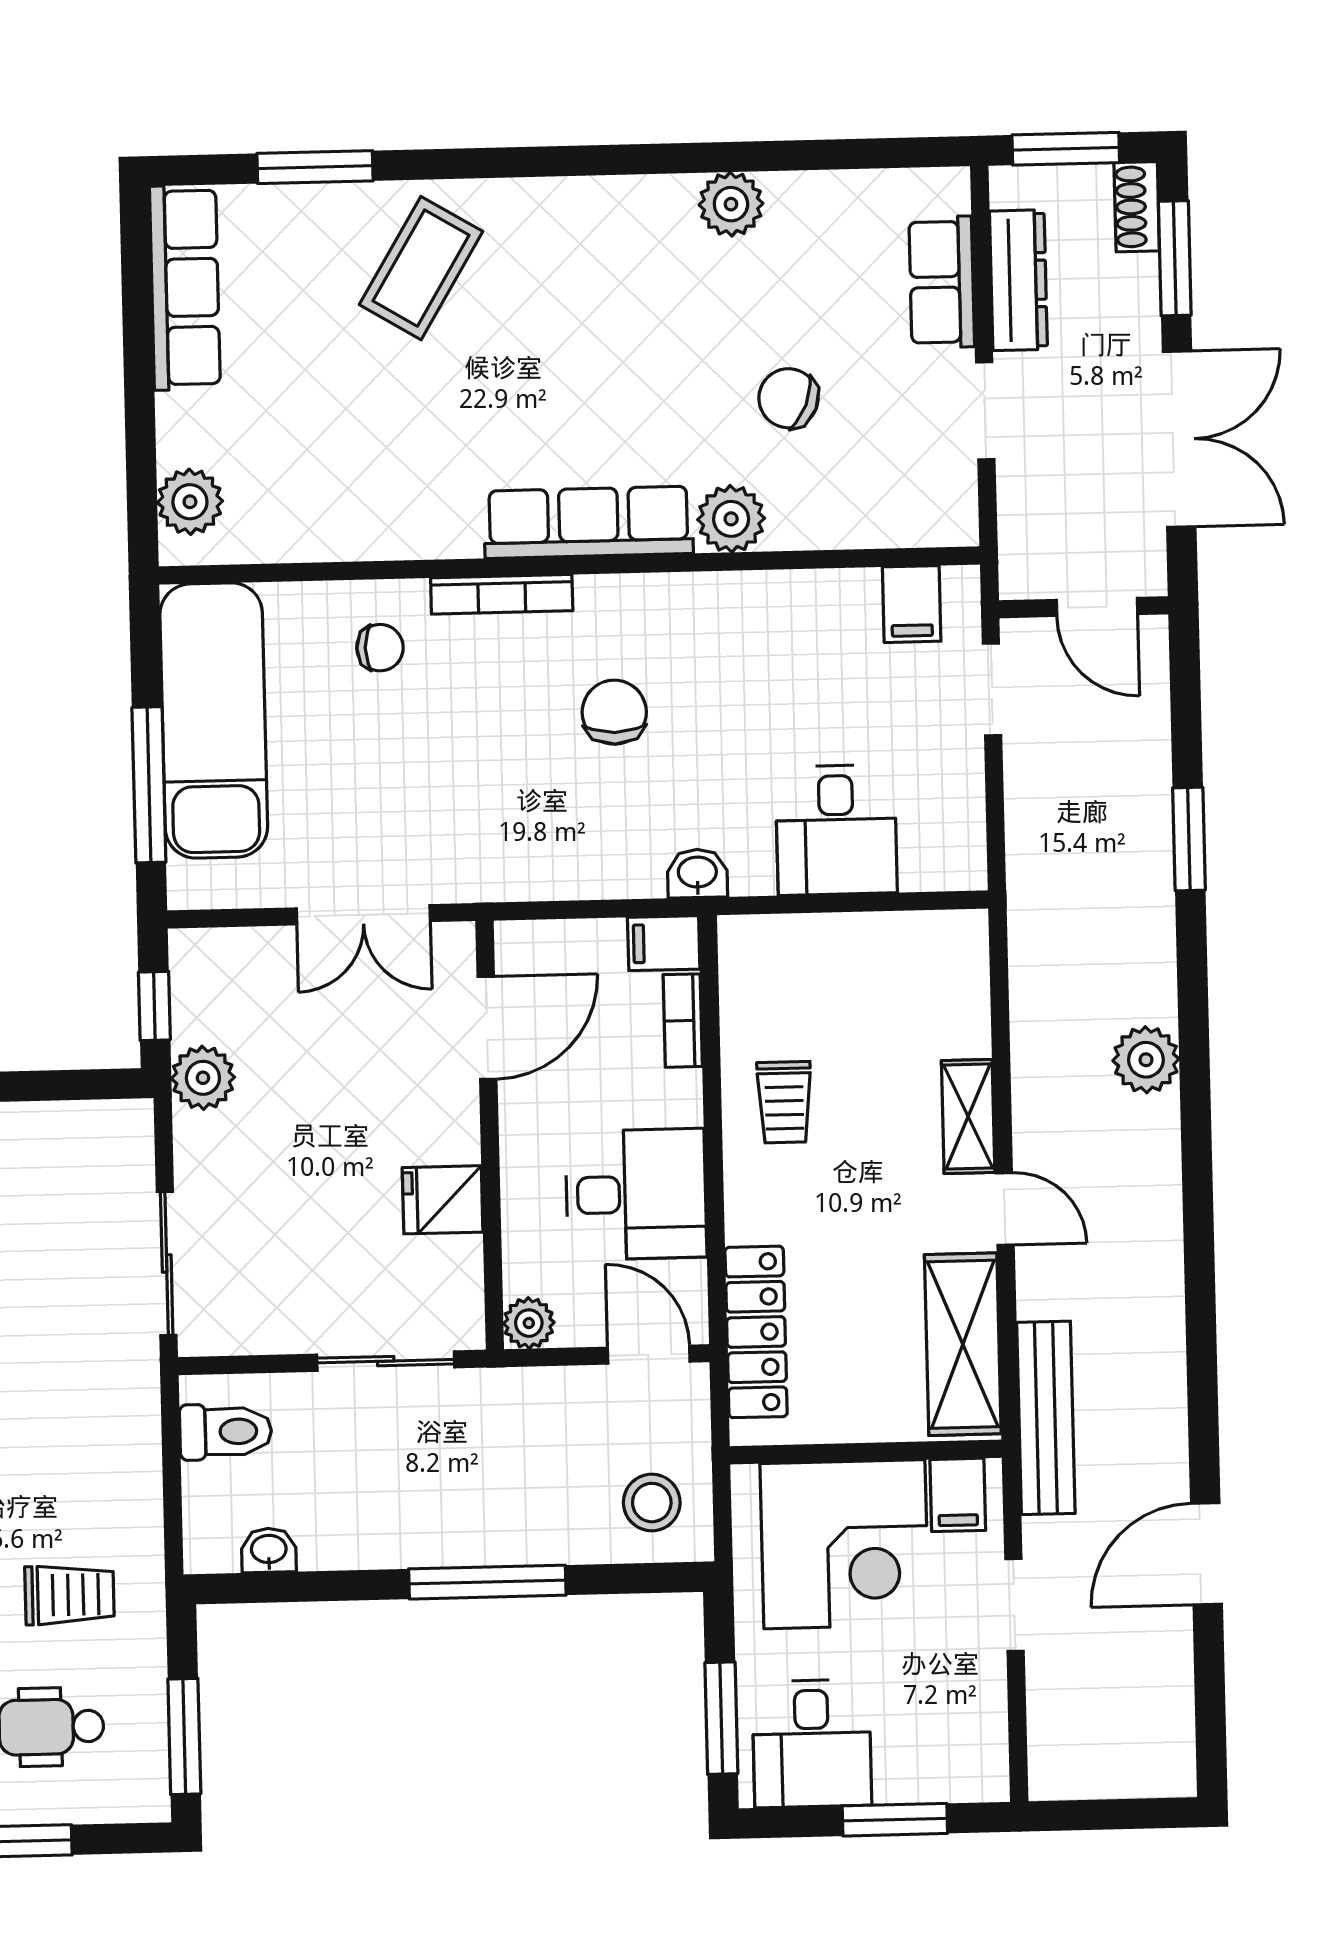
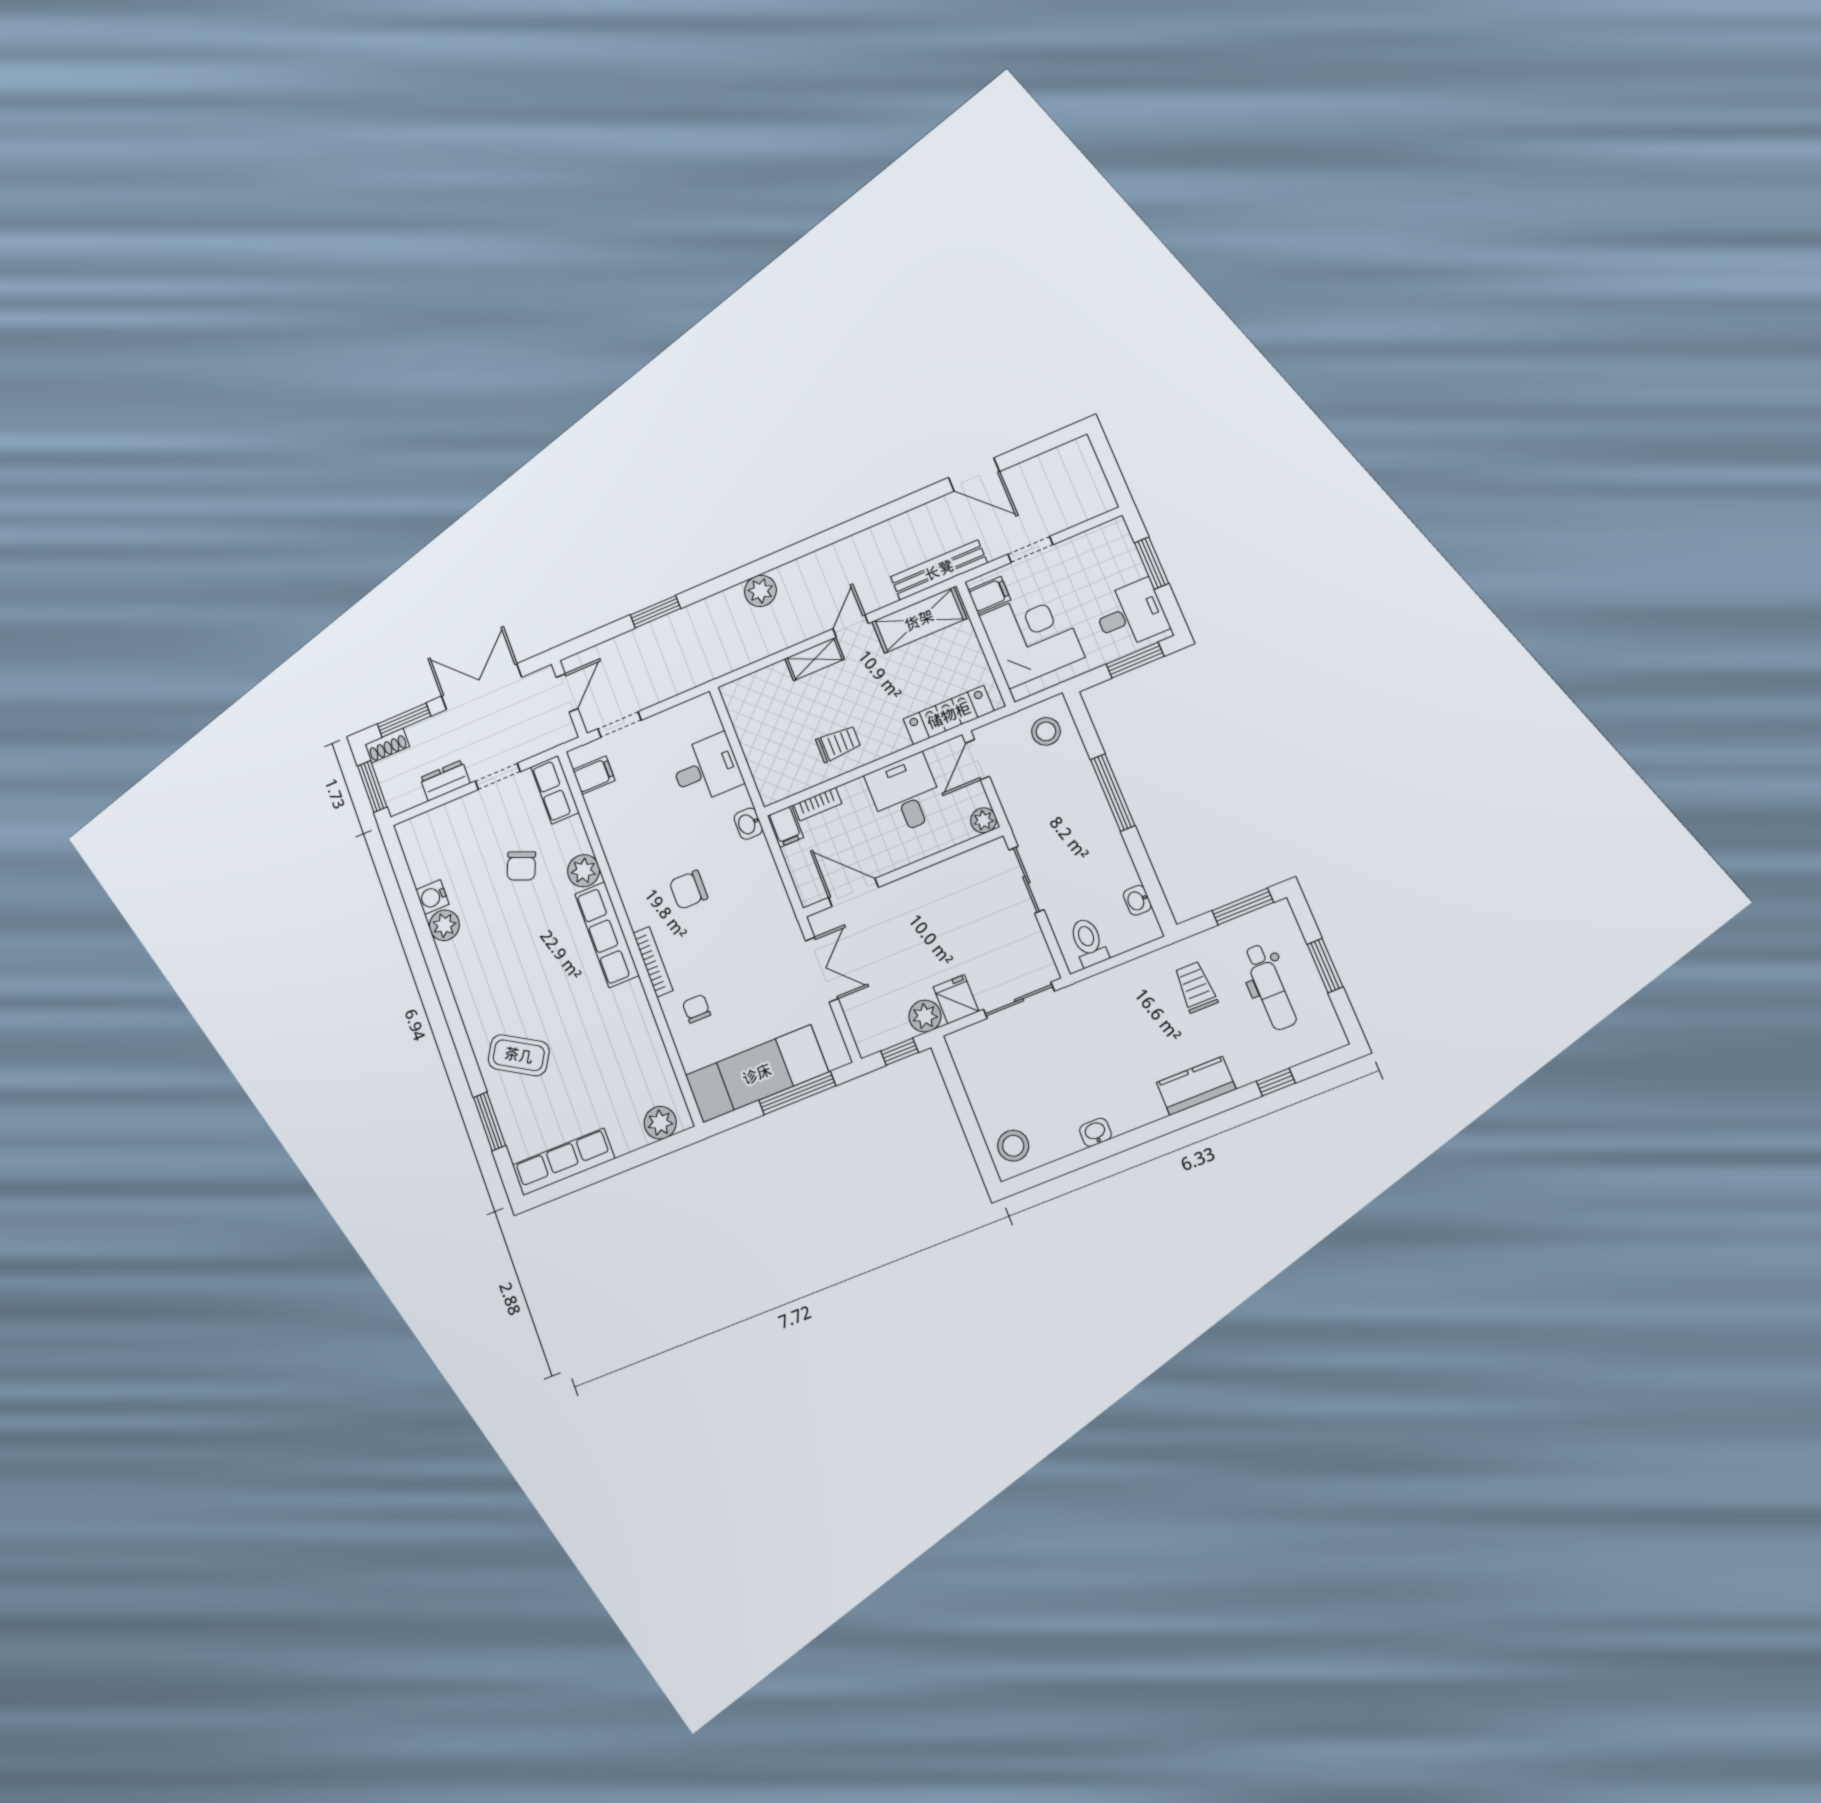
water cooler: (796, 199) -> (433, 897), added
dresser: (1018, 280) -> (445, 781), width x0.70
row of seats: (942, 282) -> (555, 790), moved, turned 90
fridge: (443, 1200) -> (956, 999), moved, turned 180

